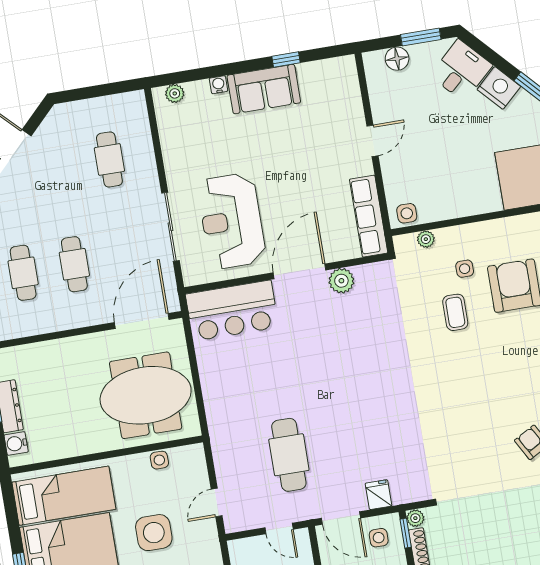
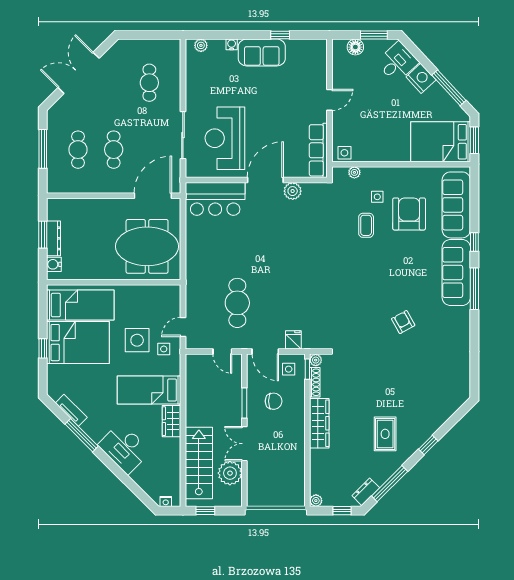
side table: (159, 460) -> (164, 349), moved

